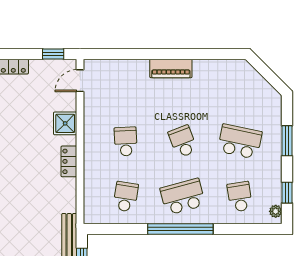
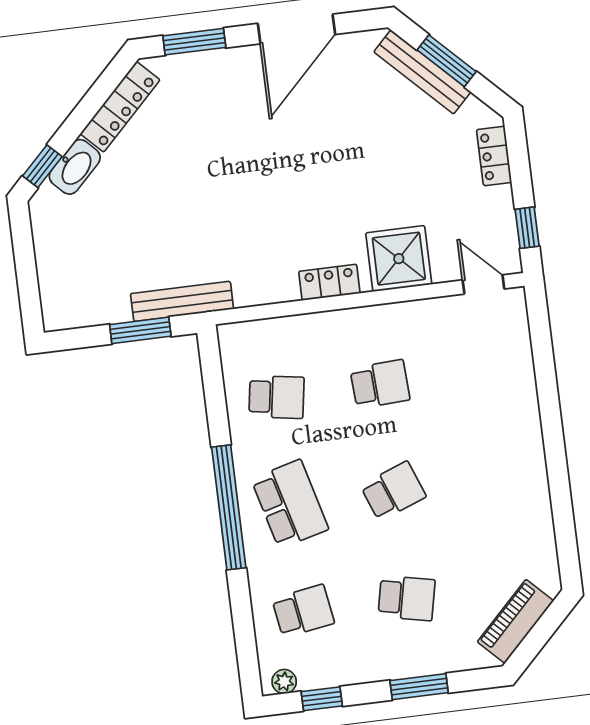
piano: (171, 68) -> (515, 621), moved, turned 45
shower: (65, 123) -> (399, 259), width x1.36, depth x1.36
school desk: (240, 141) -> (407, 598), width x0.54

